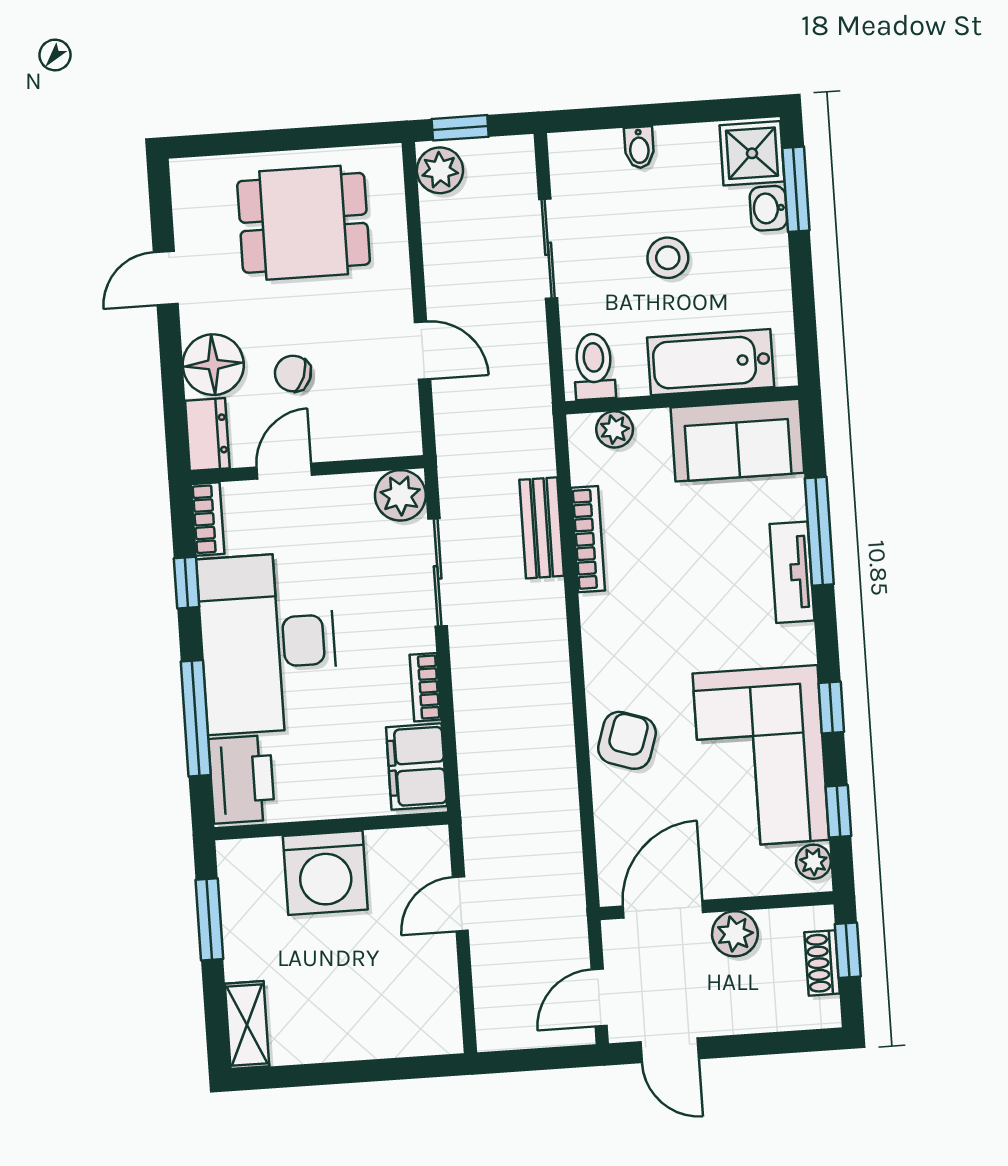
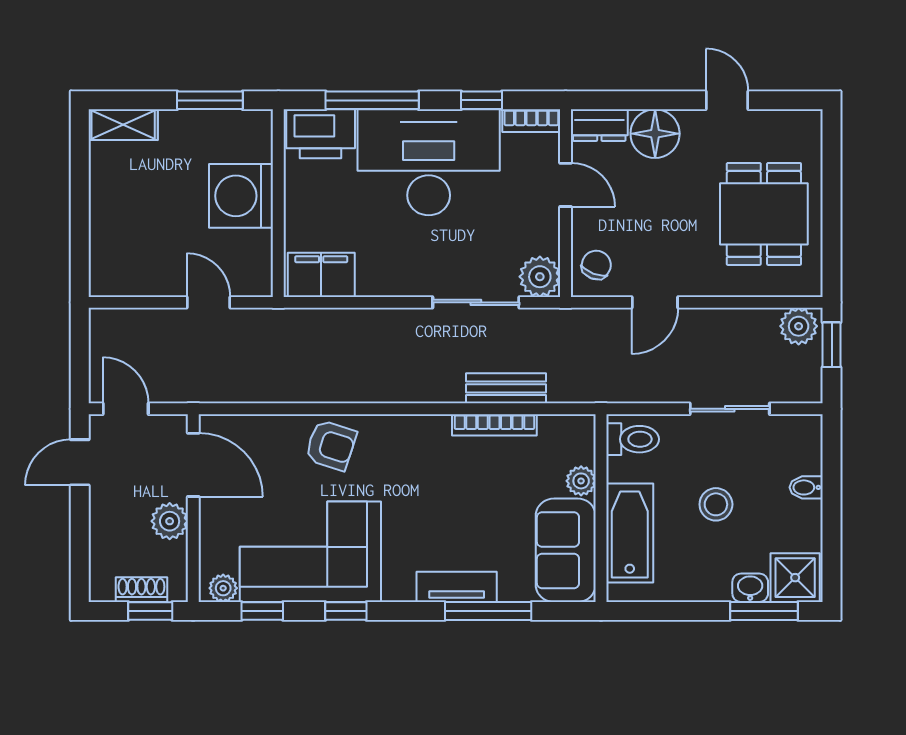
chair: (293, 373) -> (596, 265), moved
plant: (615, 429) -> (581, 481), moved
bookcase: (425, 687) -> (384, 286), removed

